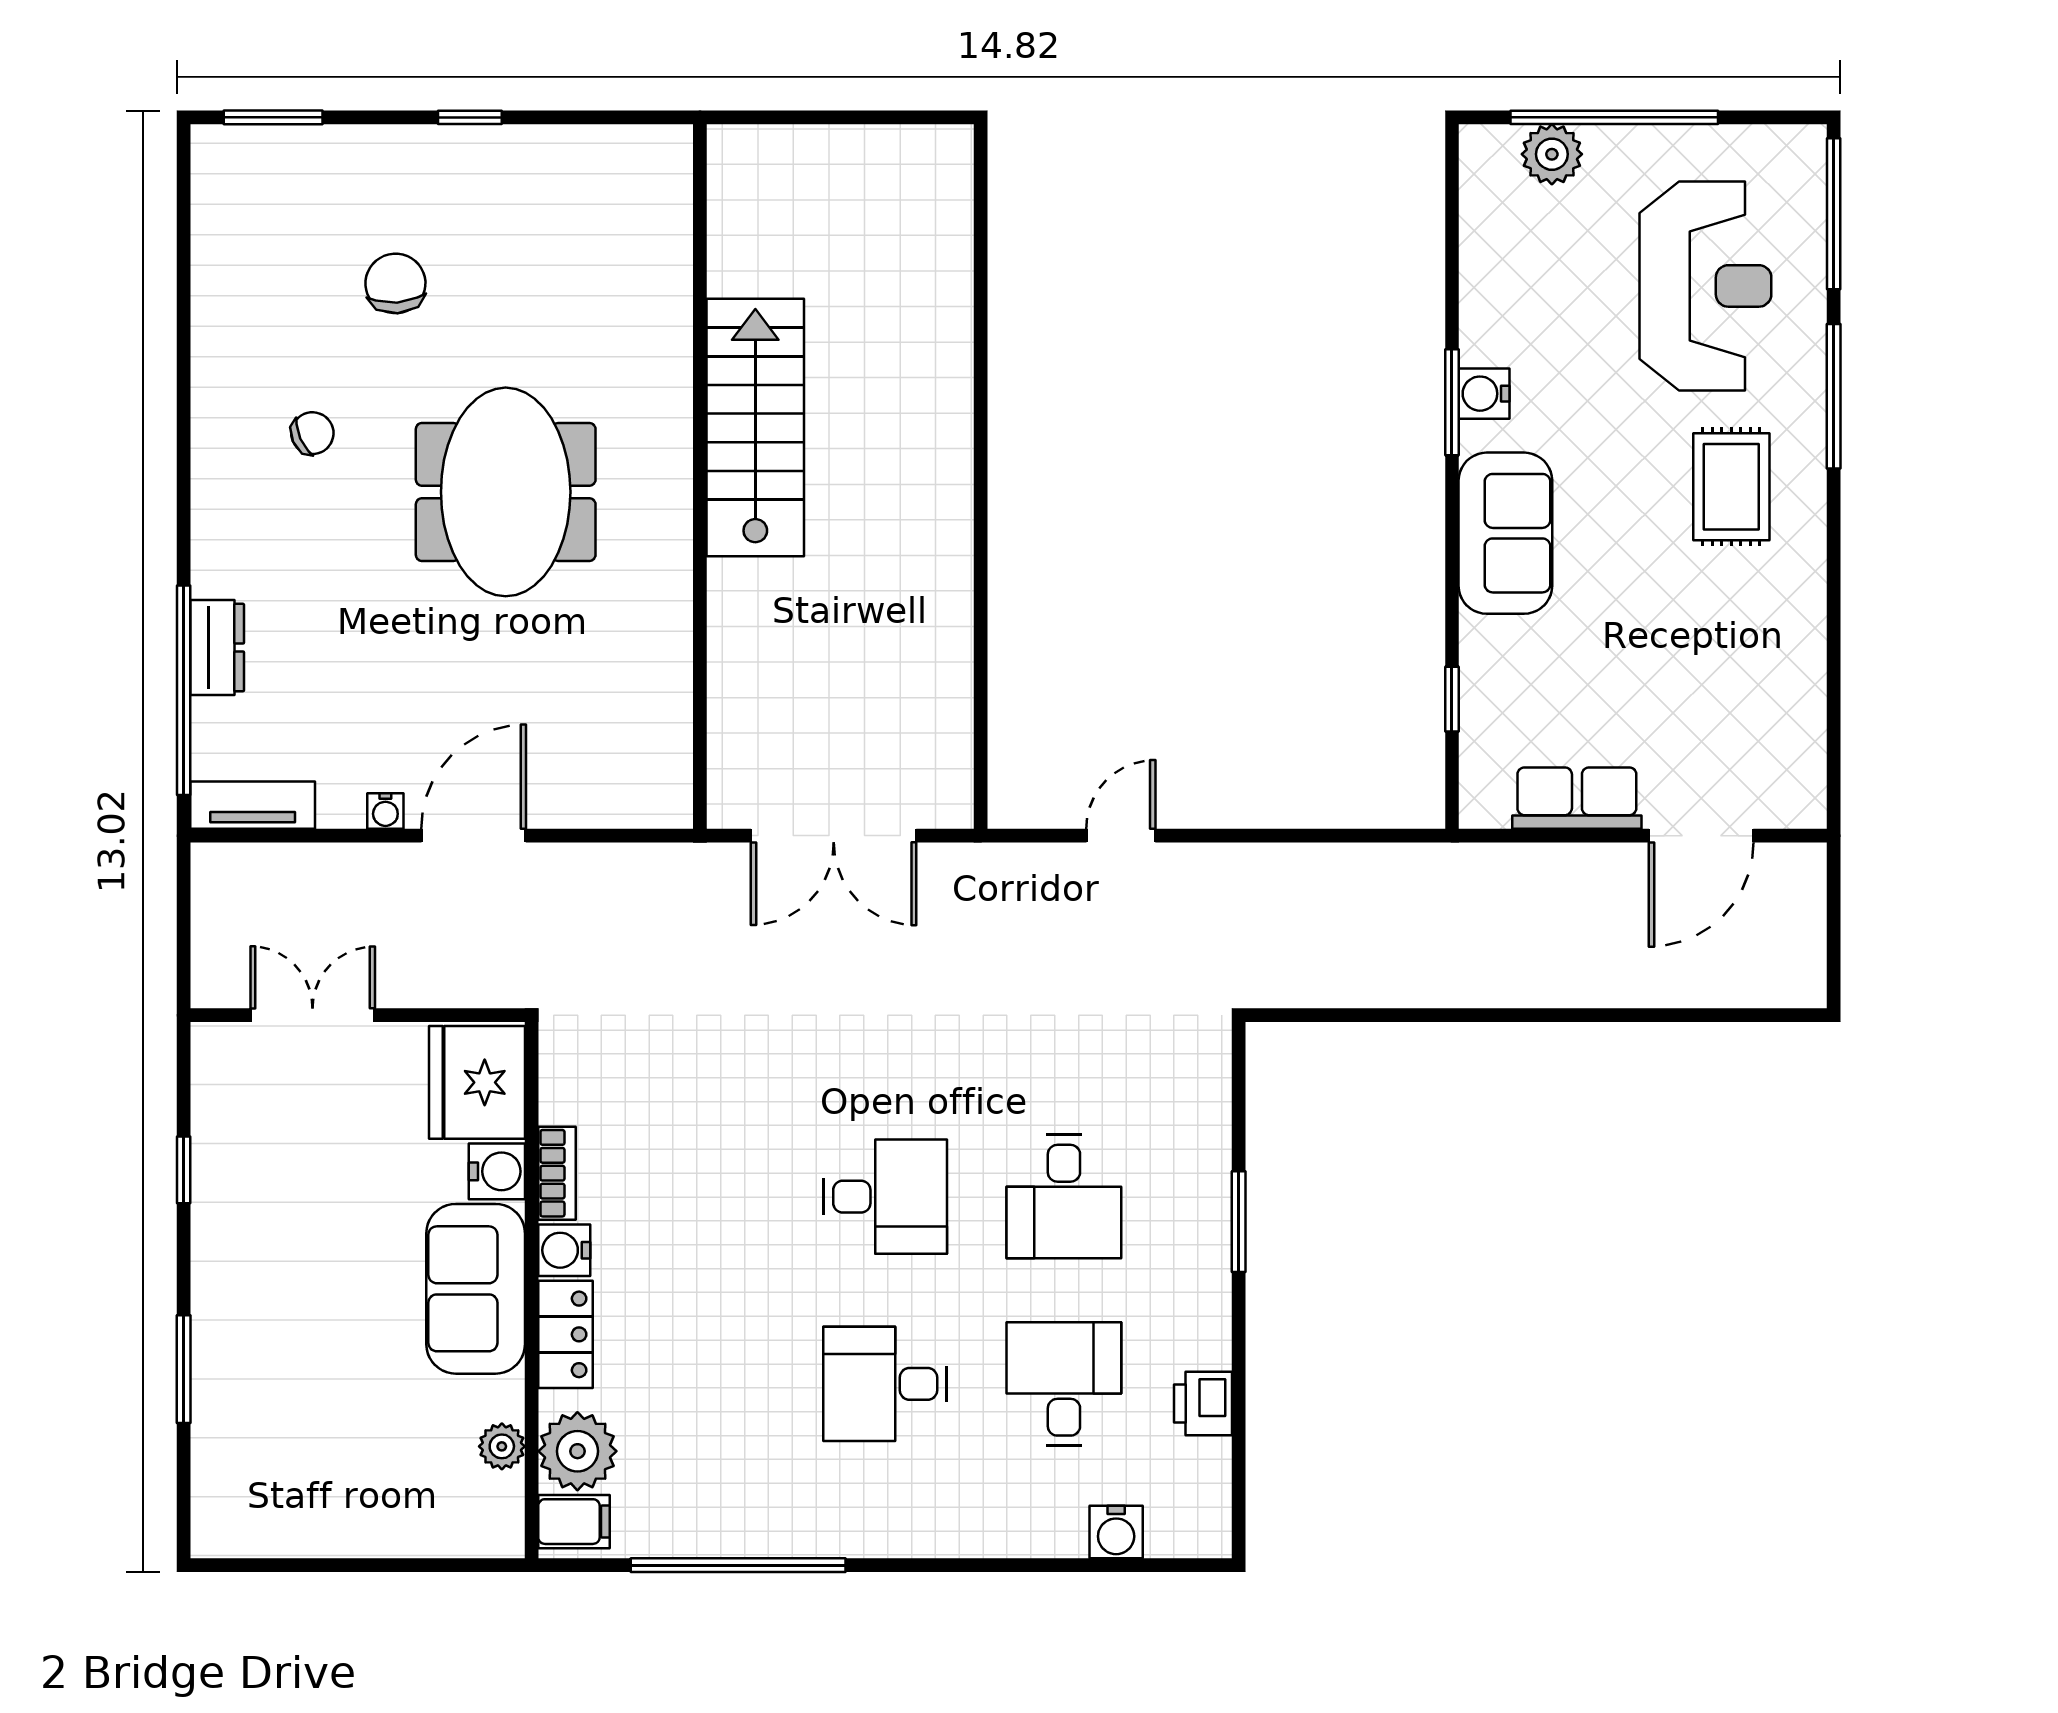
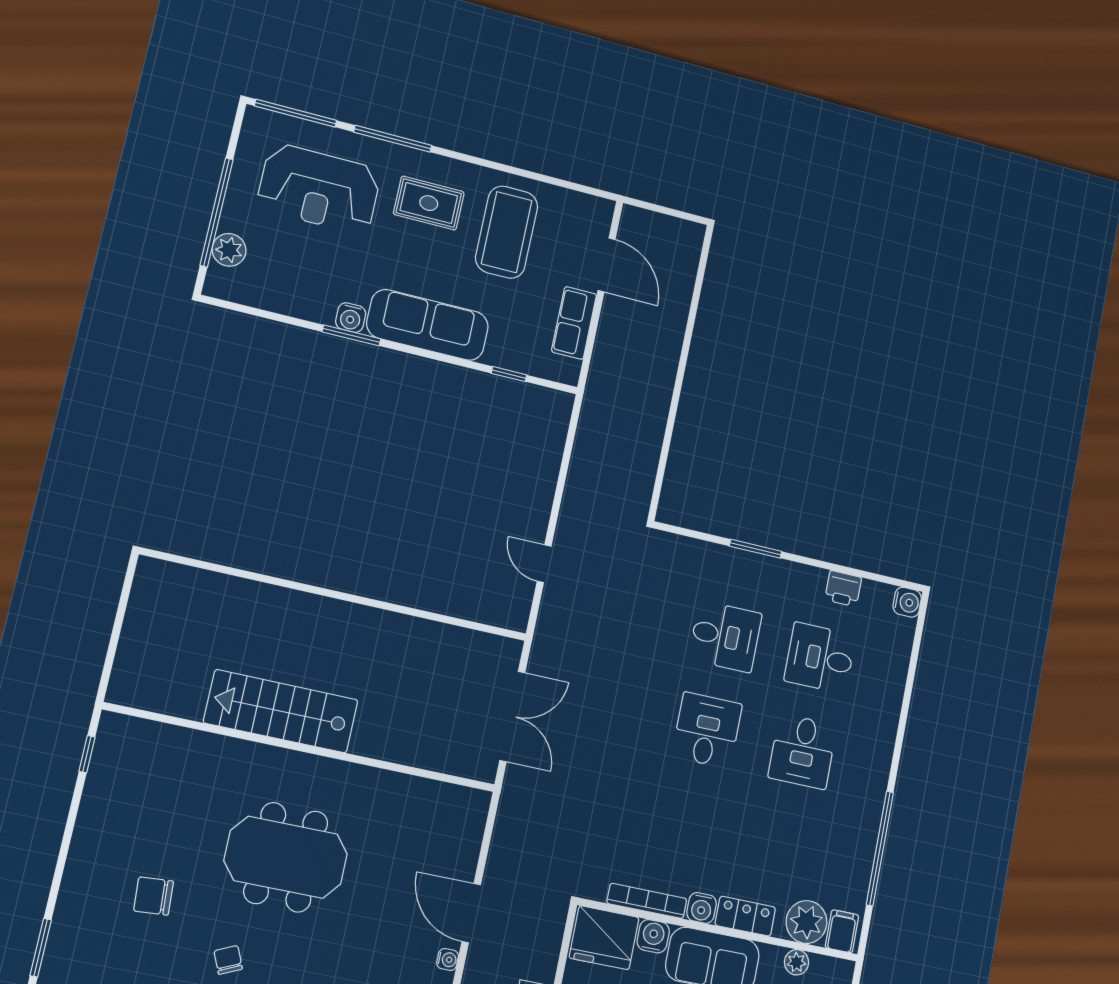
window: (470, 117) -> (87, 754), moved
reception desk: (1705, 286) -> (319, 189), turned 180
sofa: (1505, 533) -> (428, 325), width x1.36
coffee table: (1715, 639) -> (507, 232), added
bookcase: (557, 1173) -> (647, 901), width x1.56
water cooler: (1116, 1532) -> (907, 602), moved

